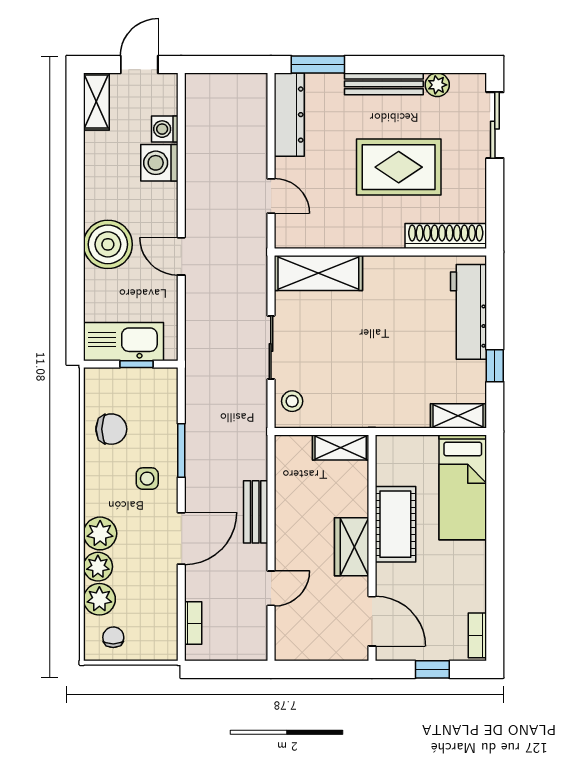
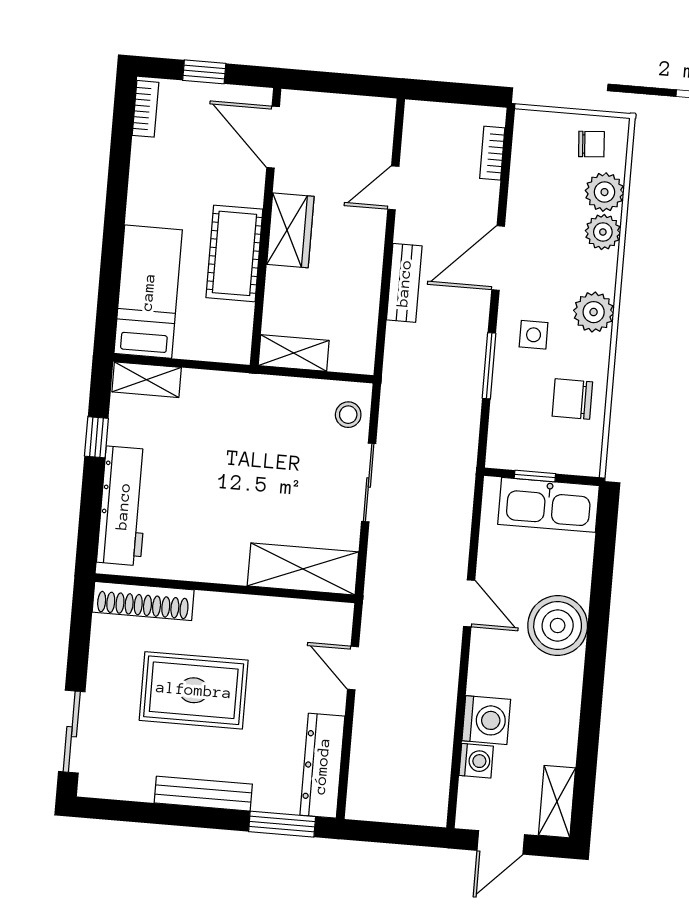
plant: (437, 85) -> (138, 787), removed
plant: (100, 533) -> (594, 312), moved
chair: (113, 637) -> (591, 144), turned -93

